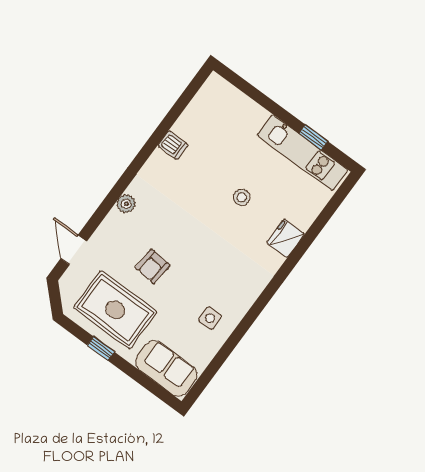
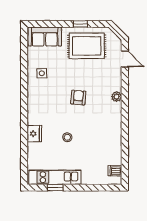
dishwasher: (173, 145) -> (115, 171), moved
armchair: (153, 266) -> (78, 98), moved

